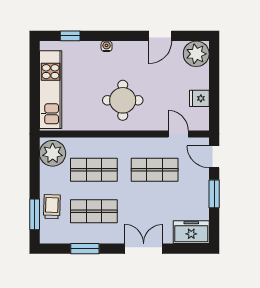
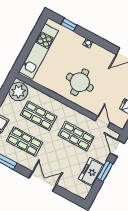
freezer: (191, 232) -> (91, 172), moved, turned -90

